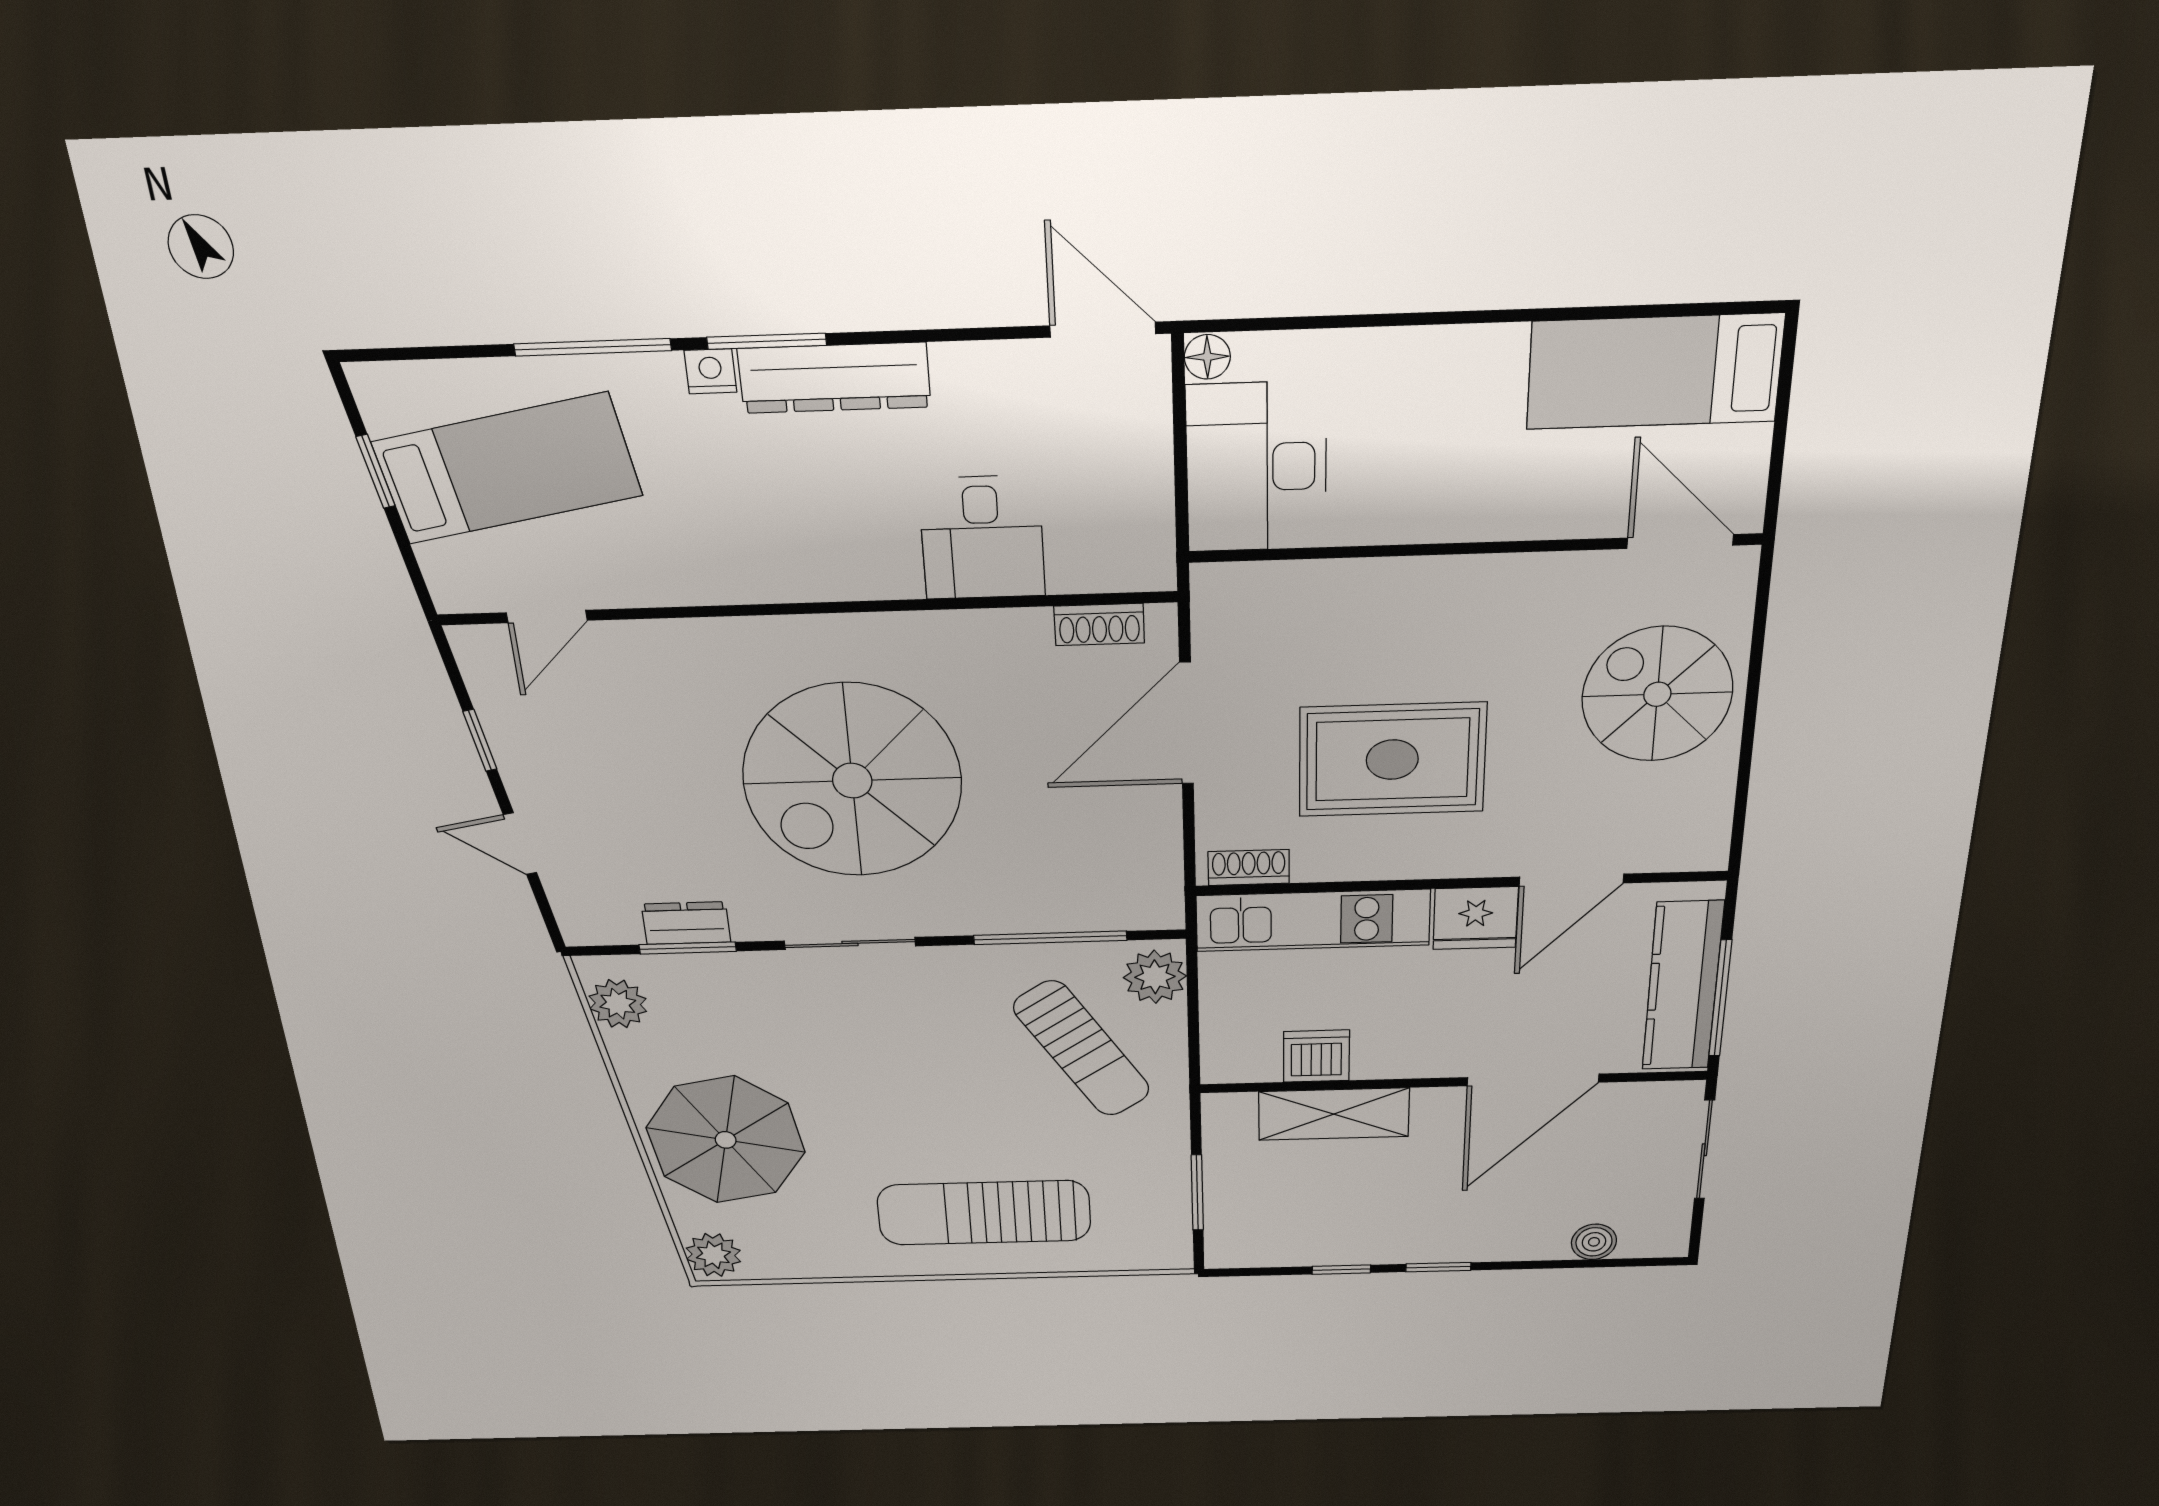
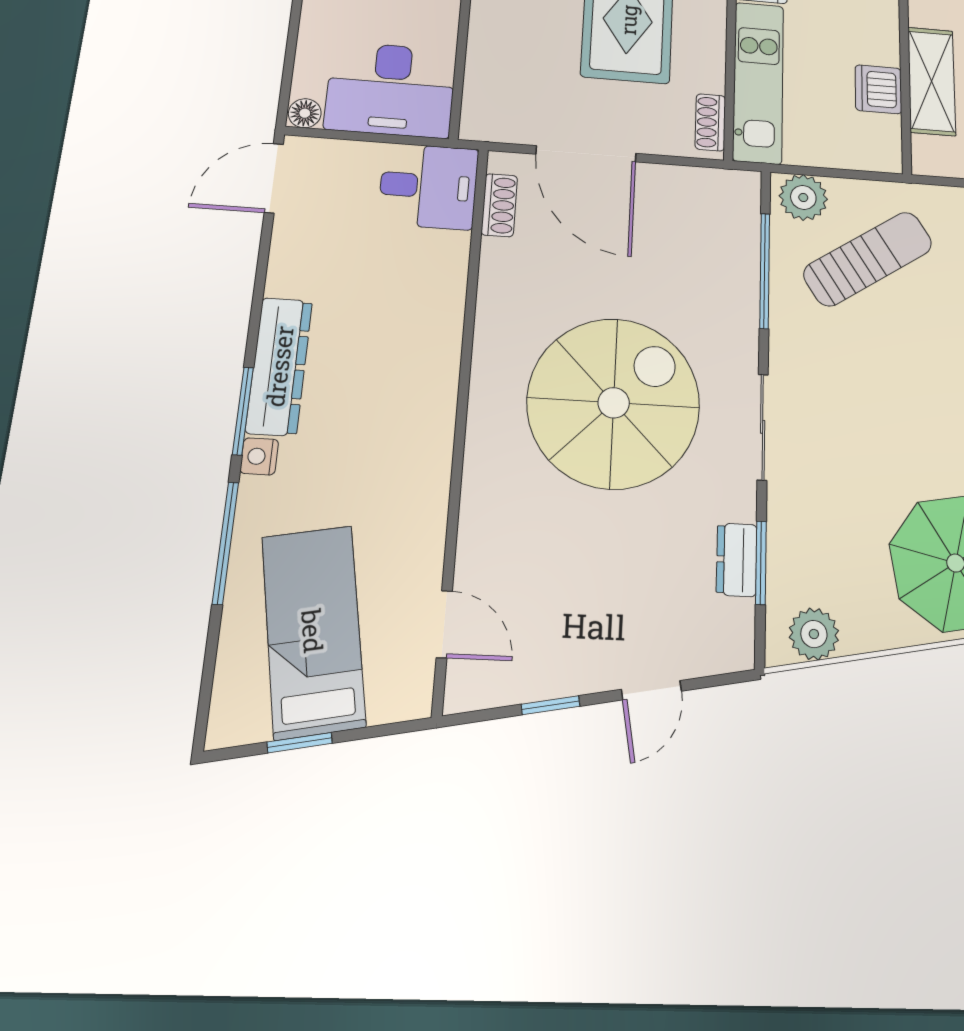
desk: (982, 538) -> (428, 186), moved
spiral stairs: (852, 781) -> (614, 403), turned -90

